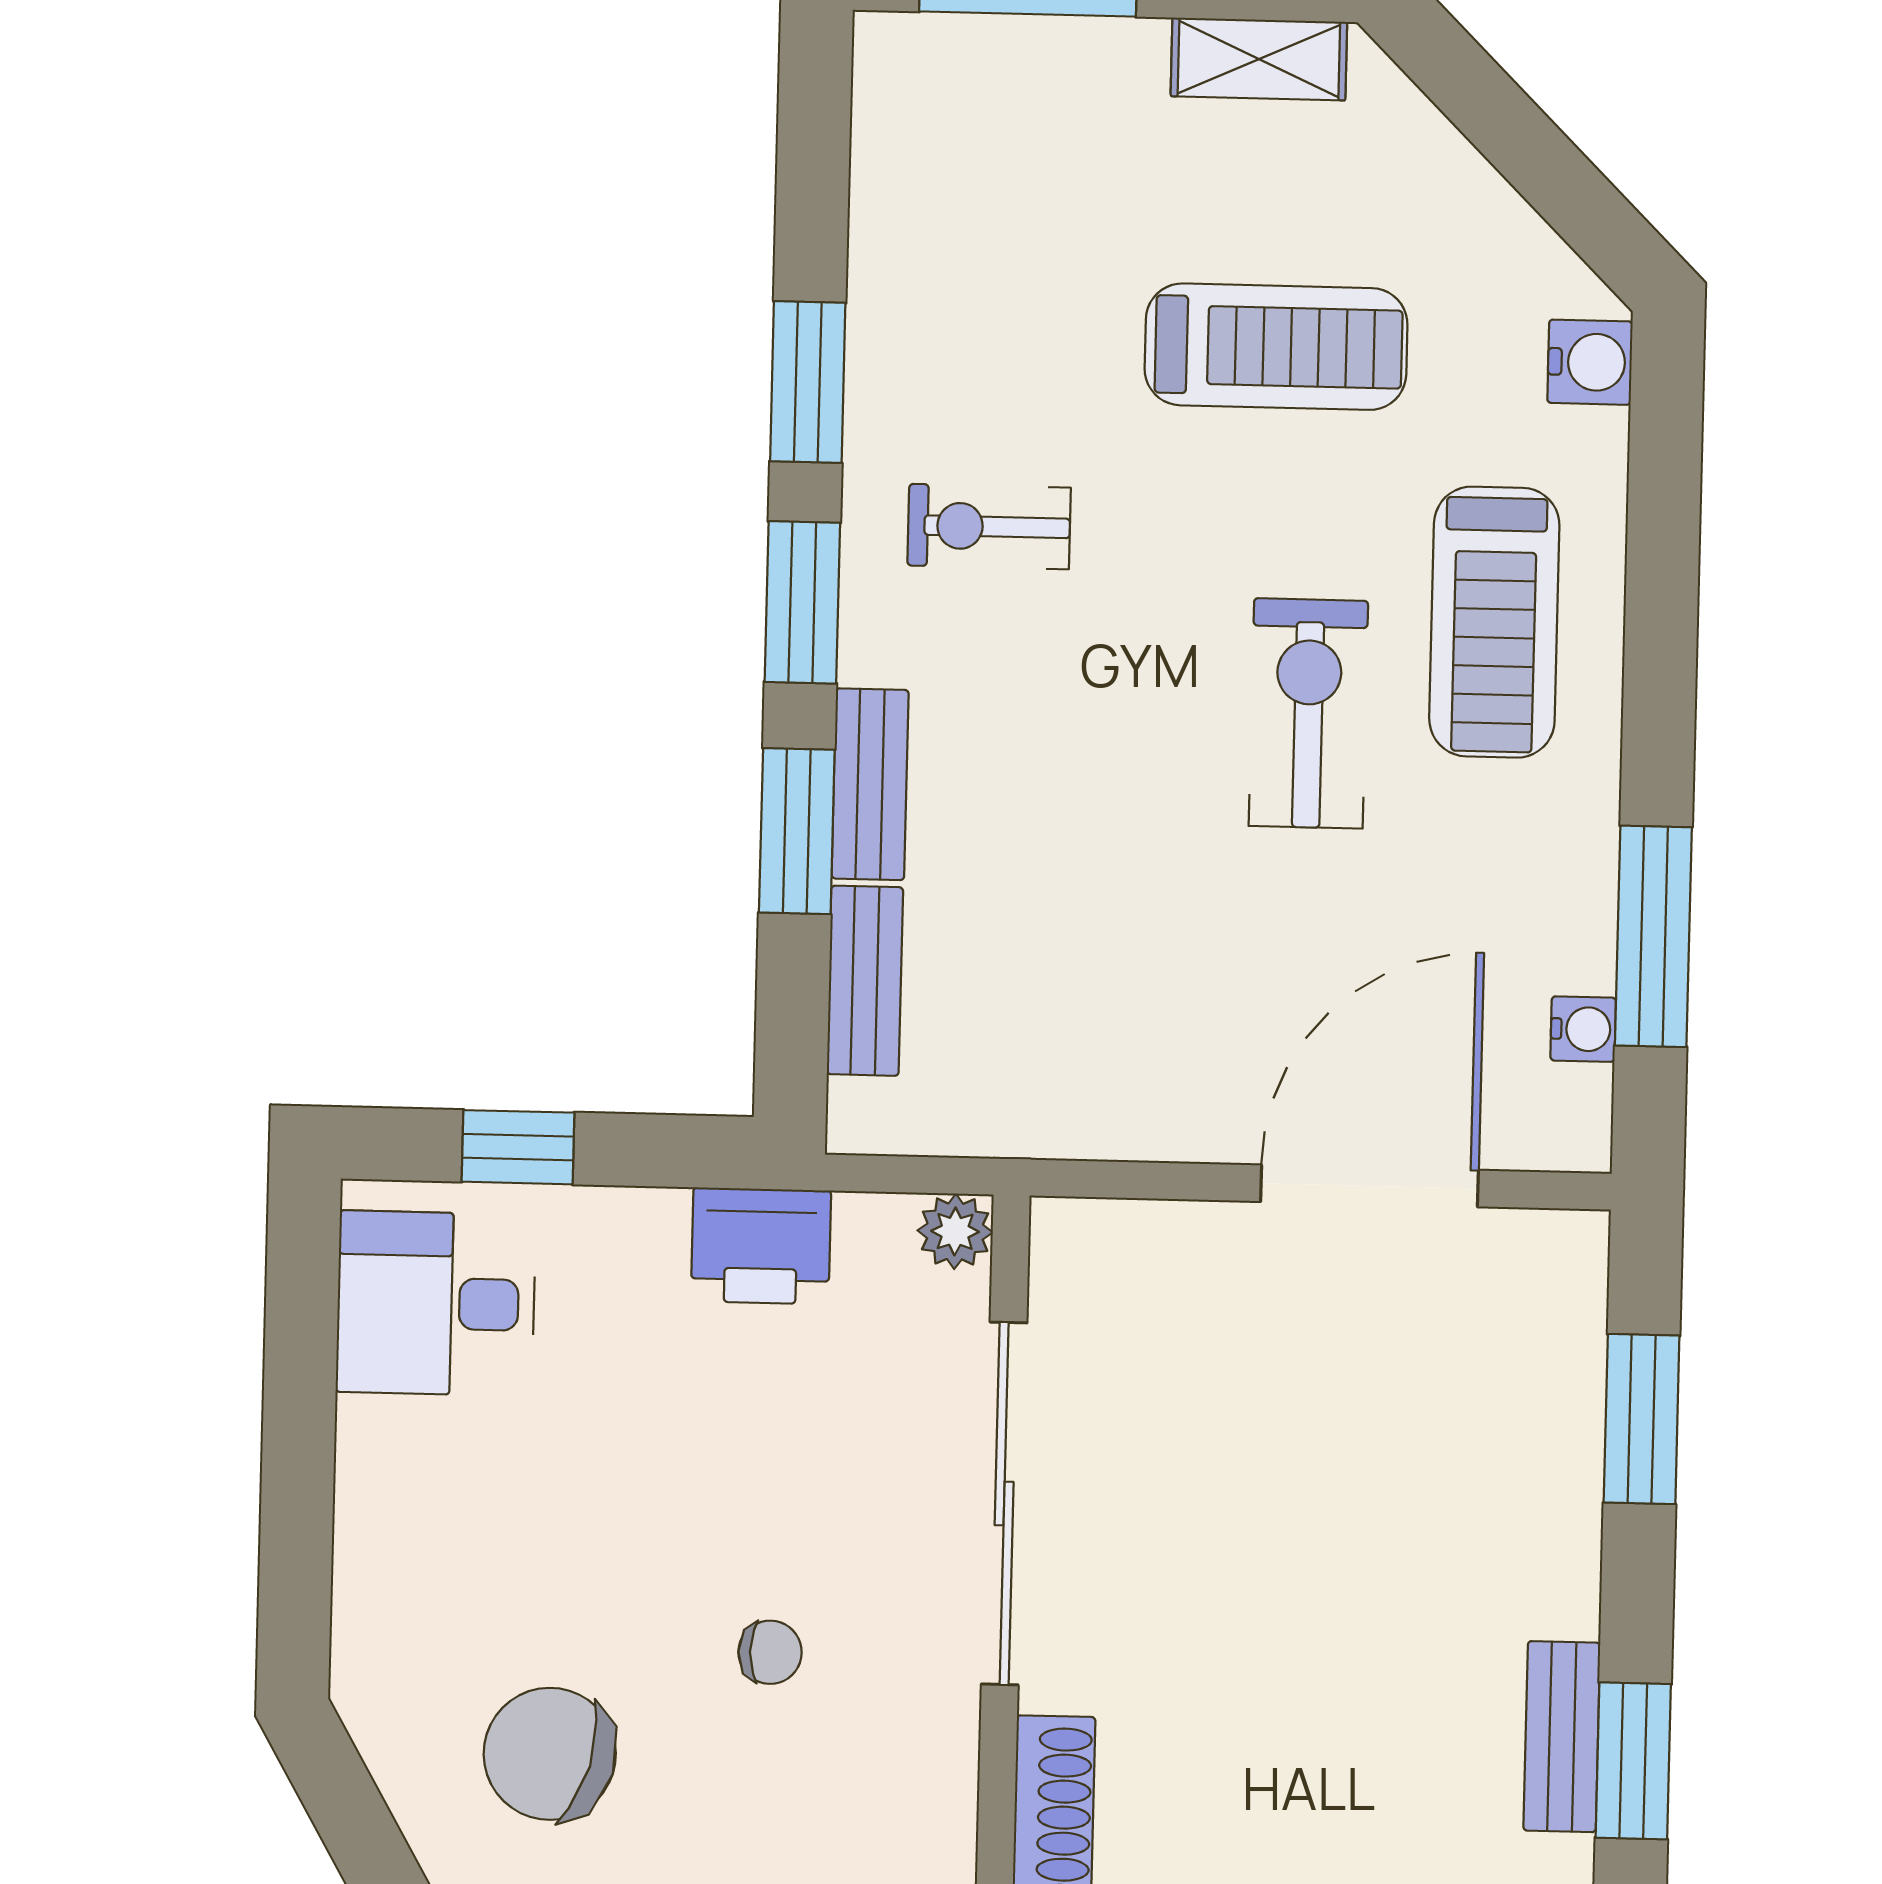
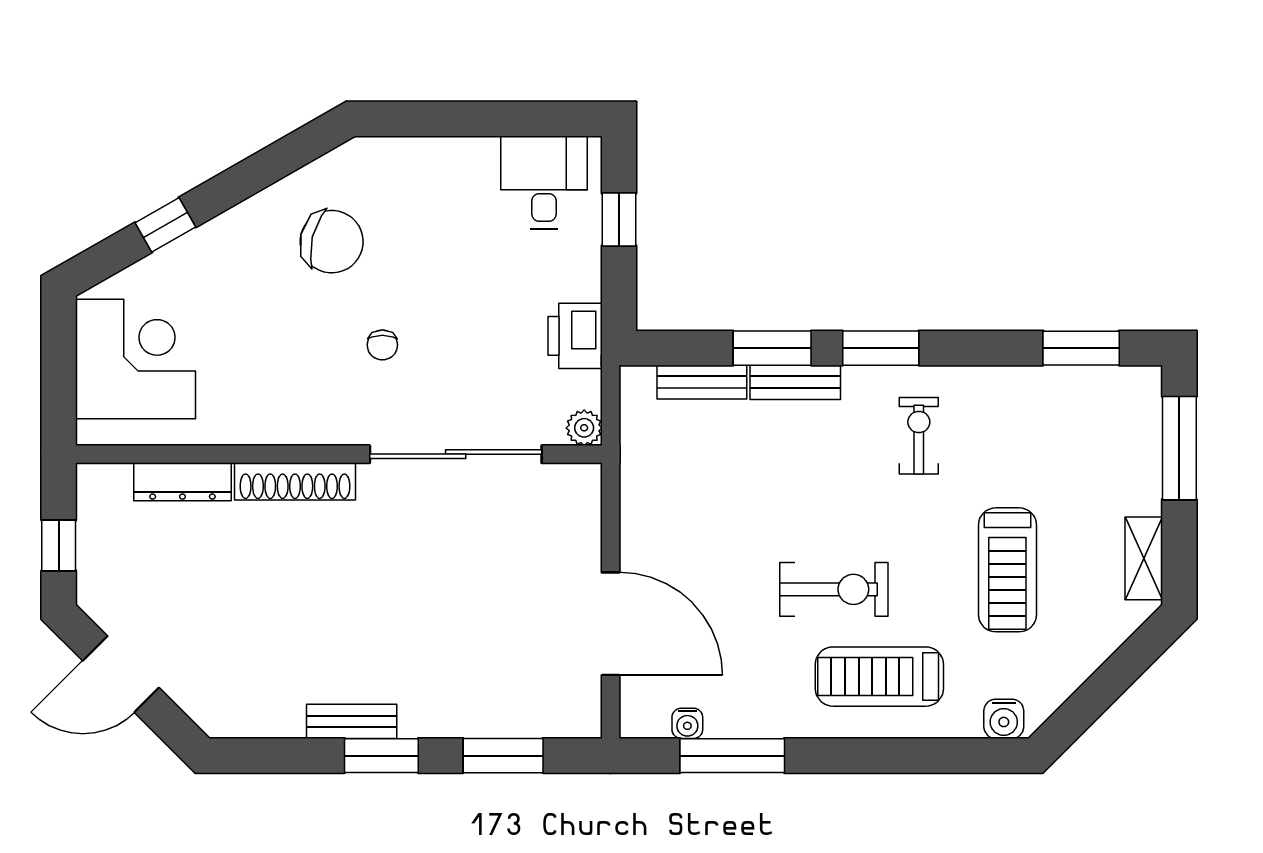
window: (808, 382) -> (1081, 348), moved
chair: (550, 1754) -> (332, 242), turned 88
window: (1633, 1761) -> (381, 756), moved

